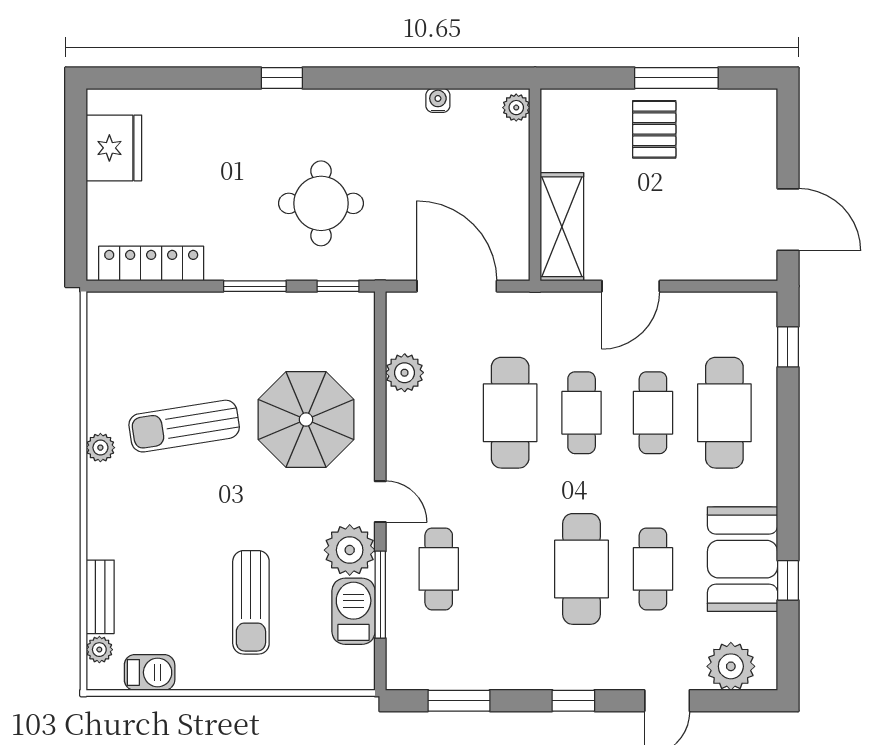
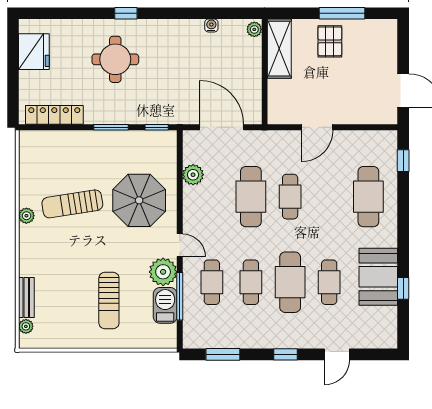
round table: (321, 203) -> (115, 59), moved
shelving: (562, 227) -> (279, 49), moved
cafe table: (653, 413) -> (251, 282), moved
plant: (731, 666) -> (372, 336), removed
barbecue: (150, 672) -> (53, 339), removed

